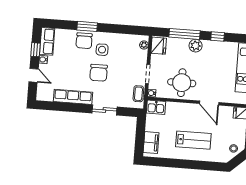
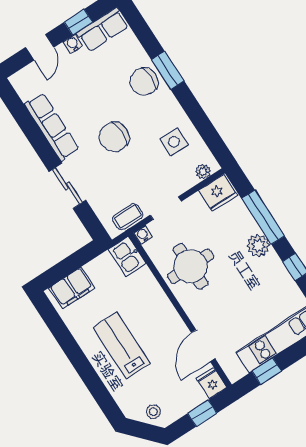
side table: (102, 50) -> (174, 142), moved
door: (209, 103) -> (203, 346), moved
lab bench: (193, 140) -> (121, 345), turned 180

